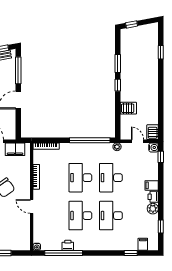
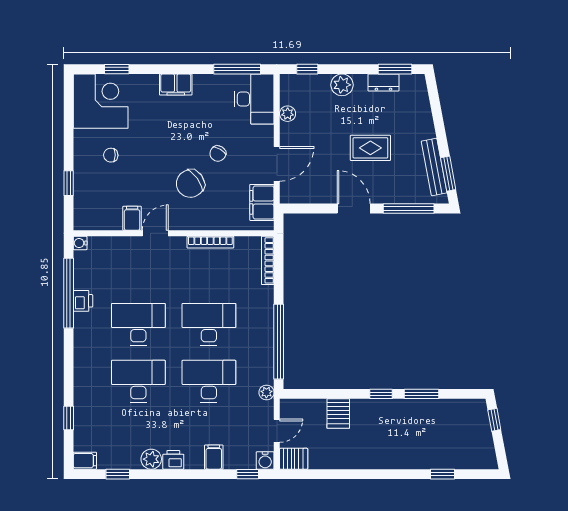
filing cabinet: (152, 185) -> (214, 457), moved
filing cabinet: (24, 219) -> (132, 218), added
filing cabinet: (143, 244) -> (85, 461), moved

